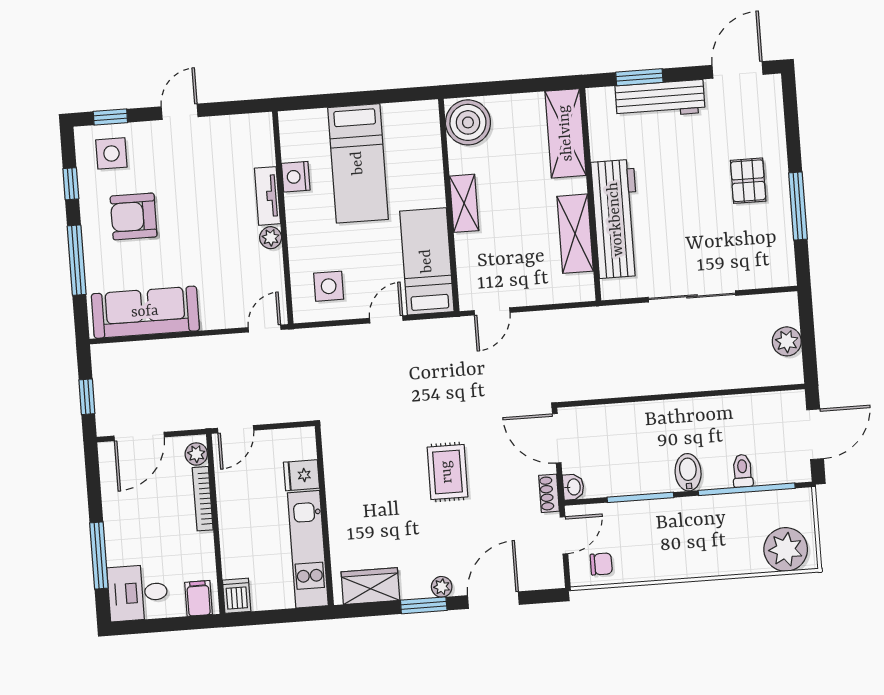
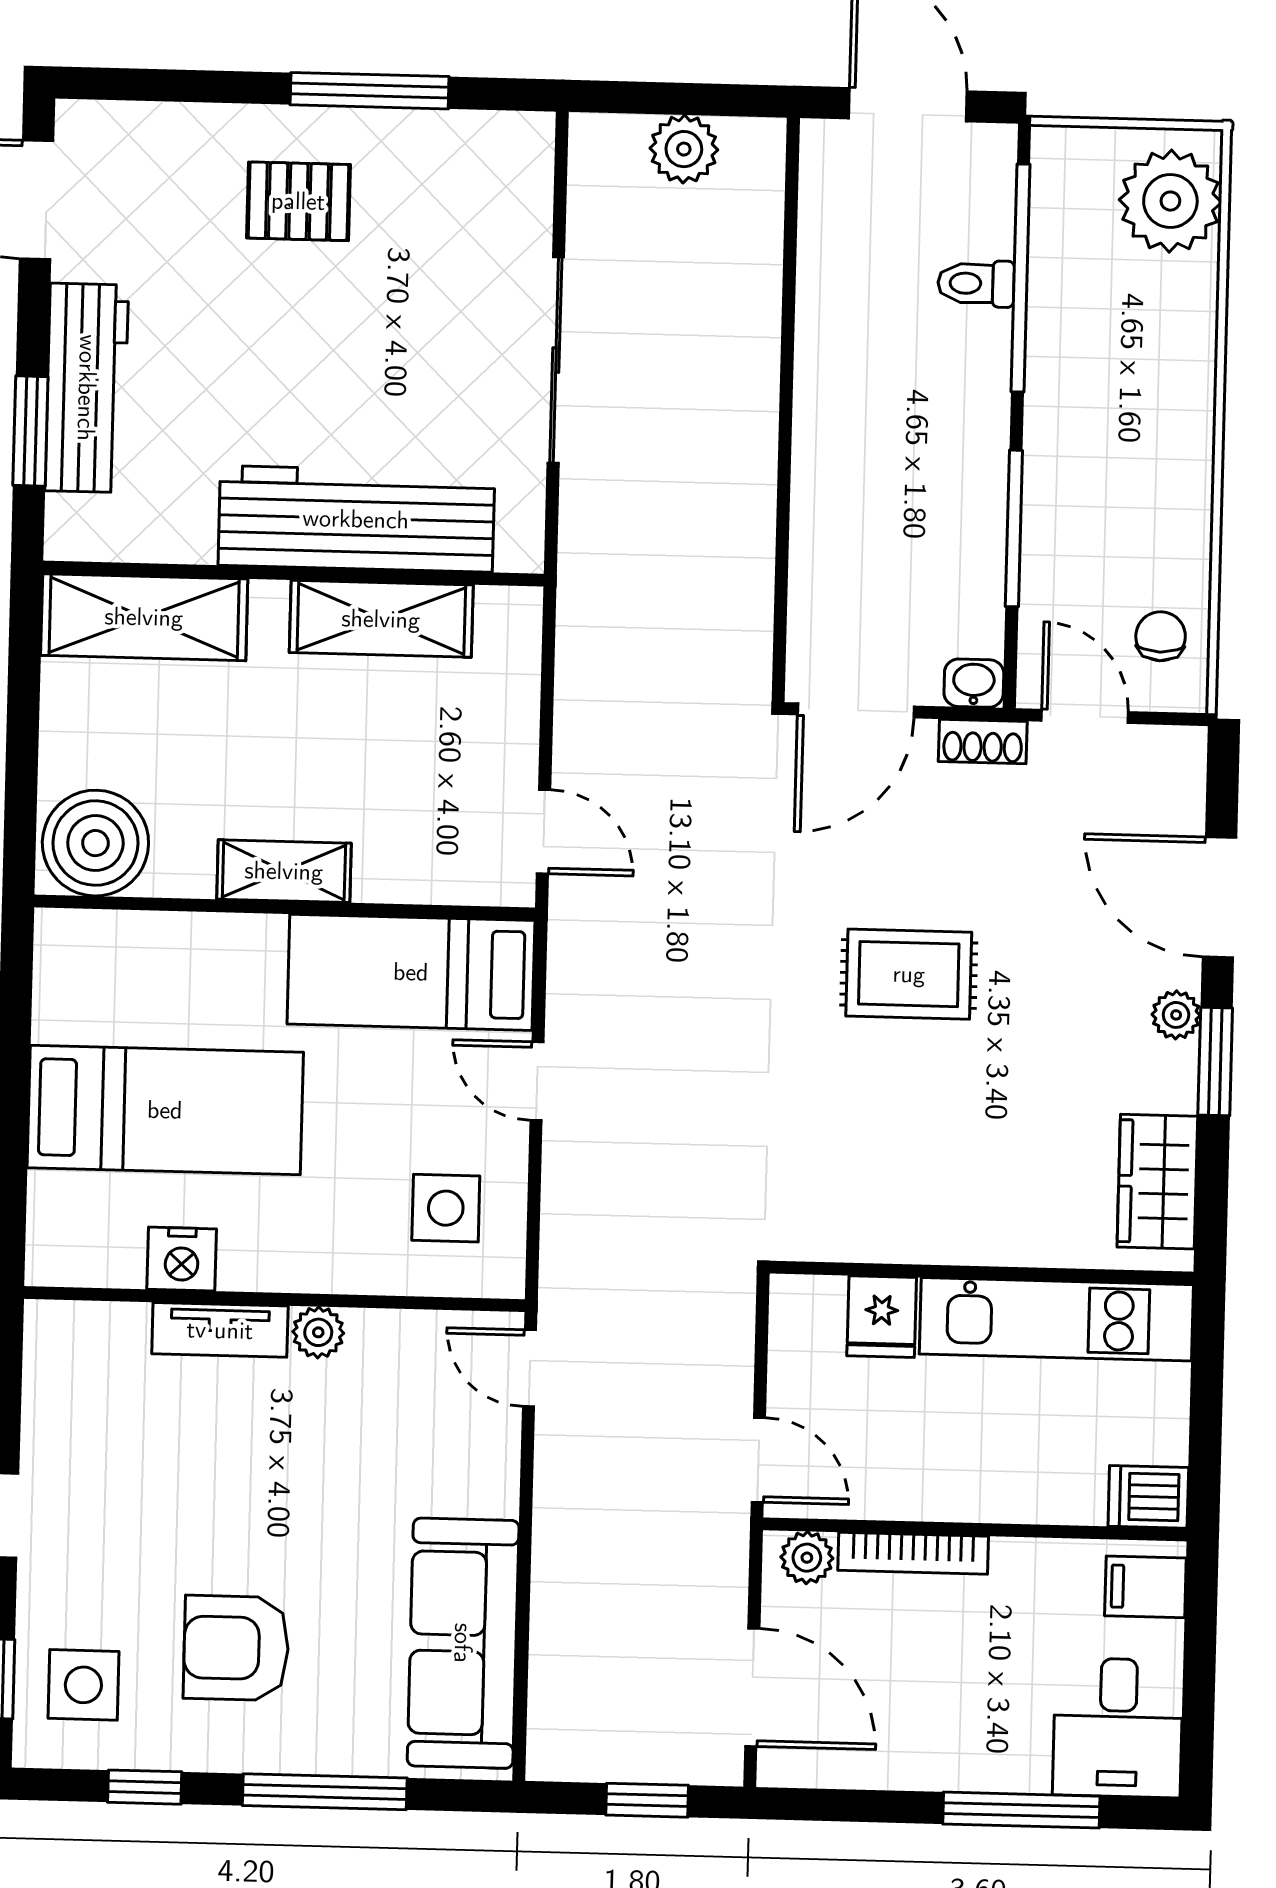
armchair: (134, 216) -> (236, 1648), turned 90
bidet: (688, 472) -> (967, 411), removed

